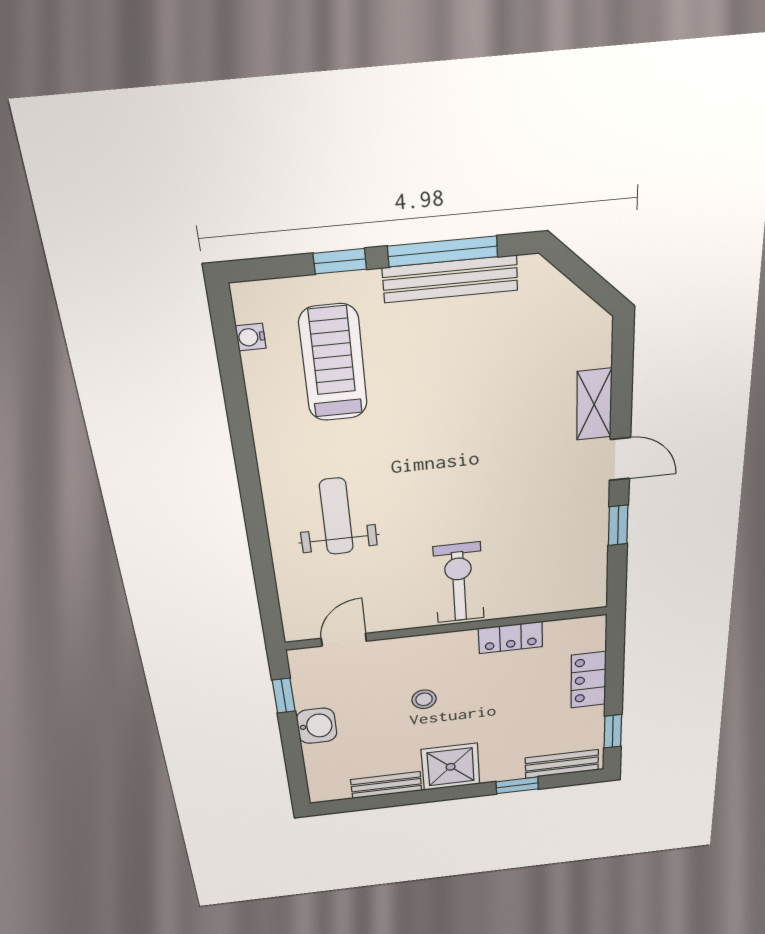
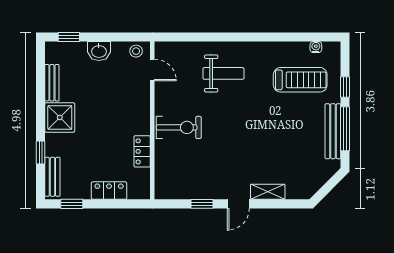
window: (284, 696) -> (69, 37), moved
stool: (424, 699) -> (136, 51), moved

